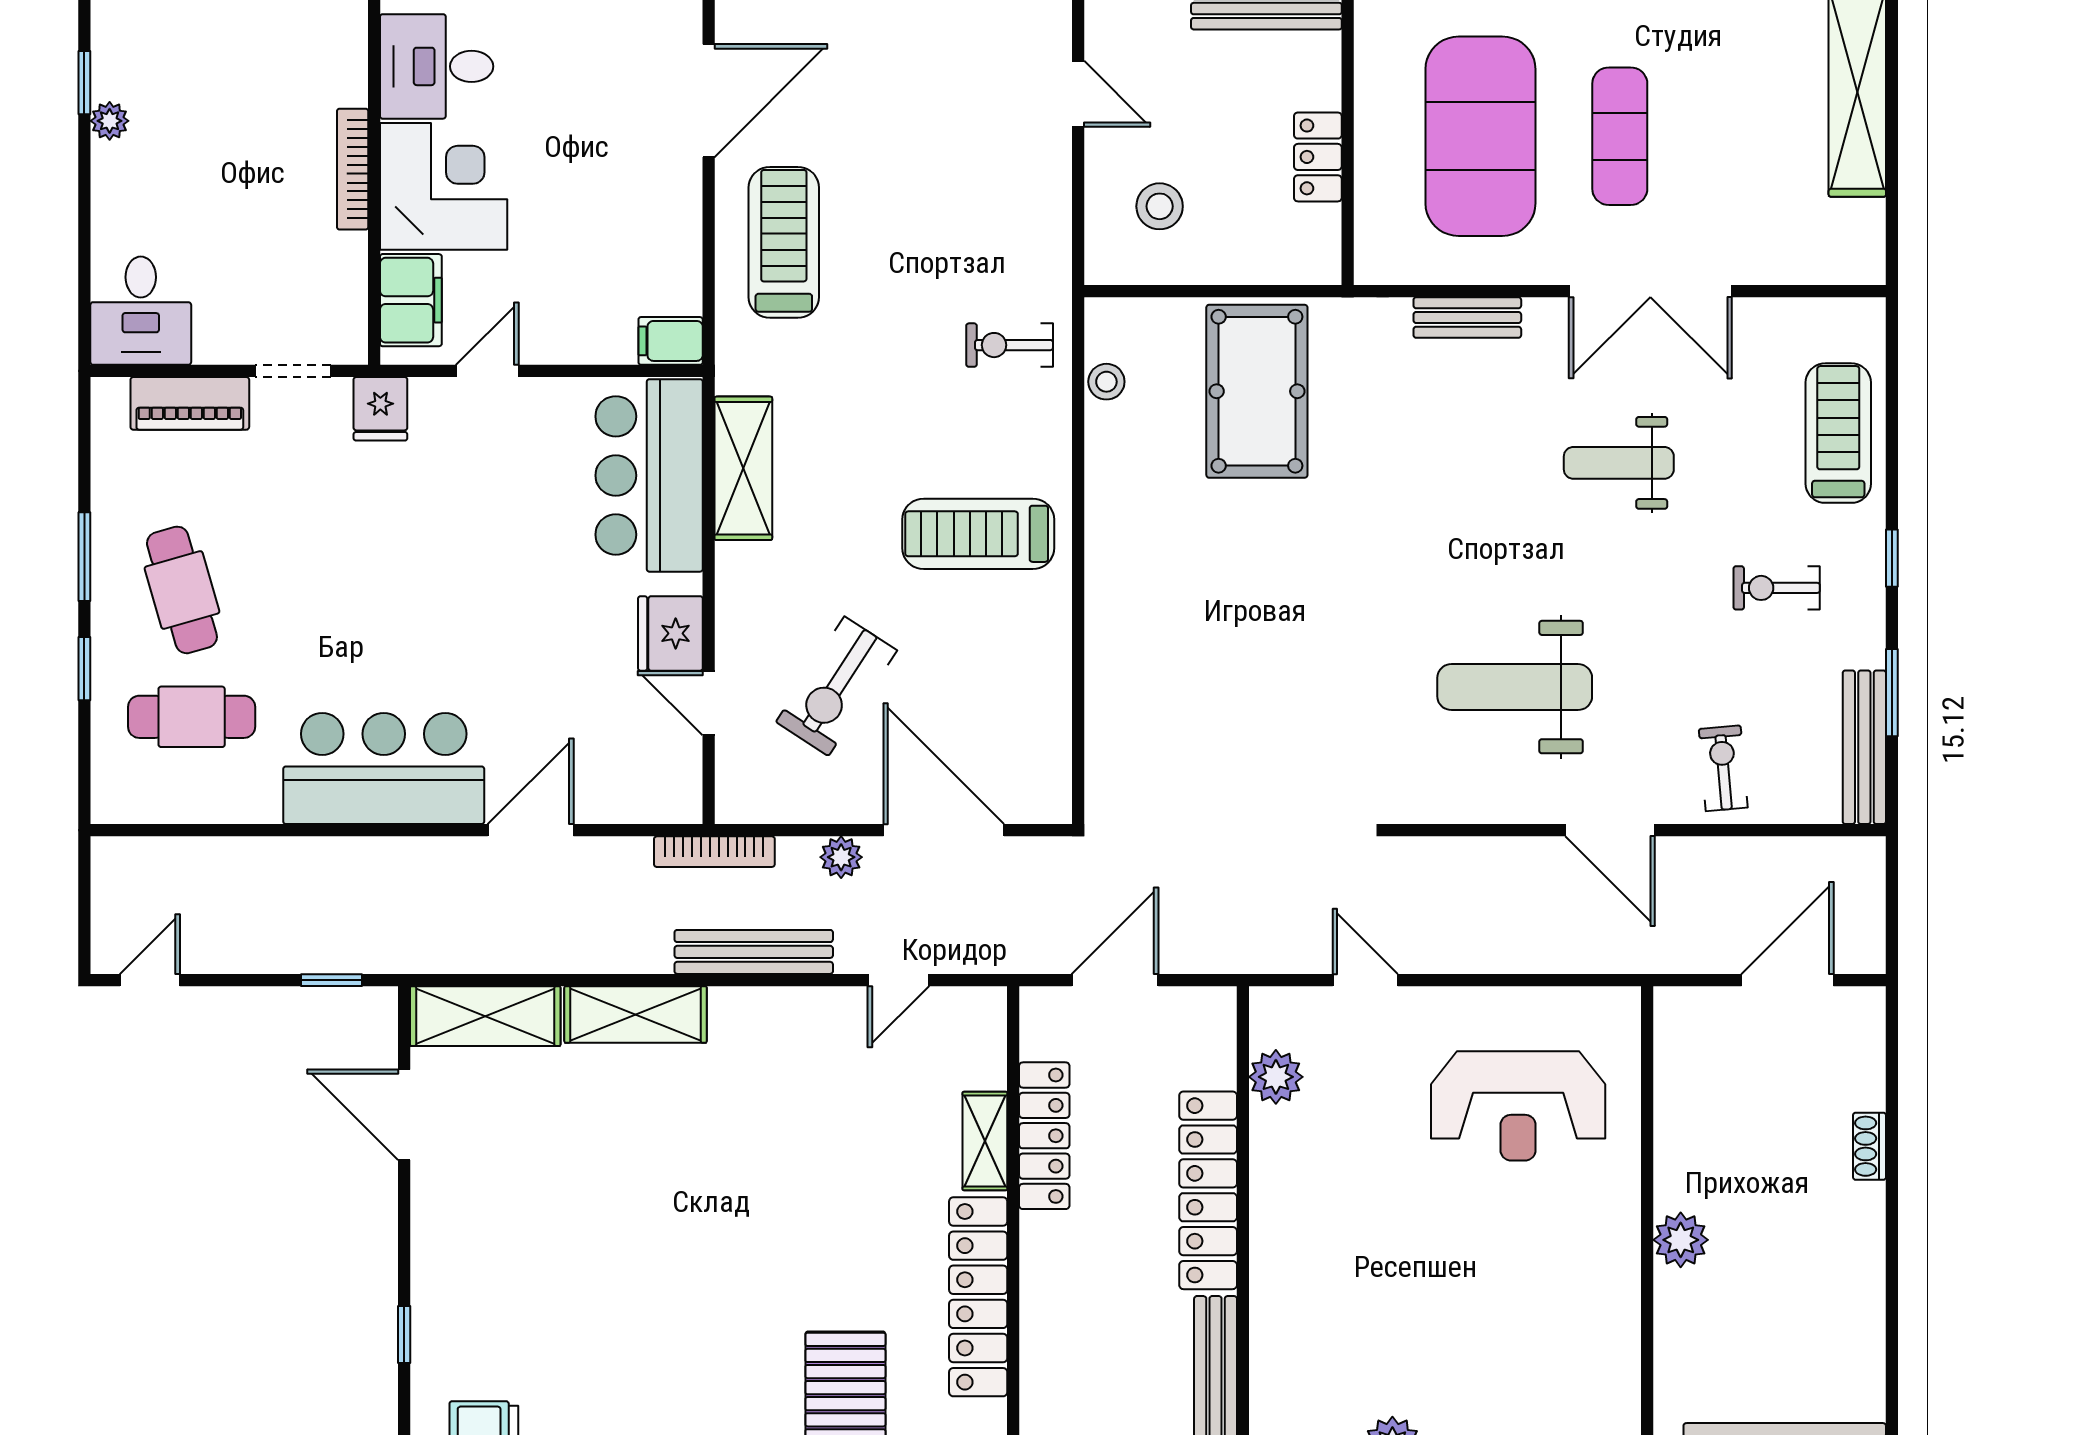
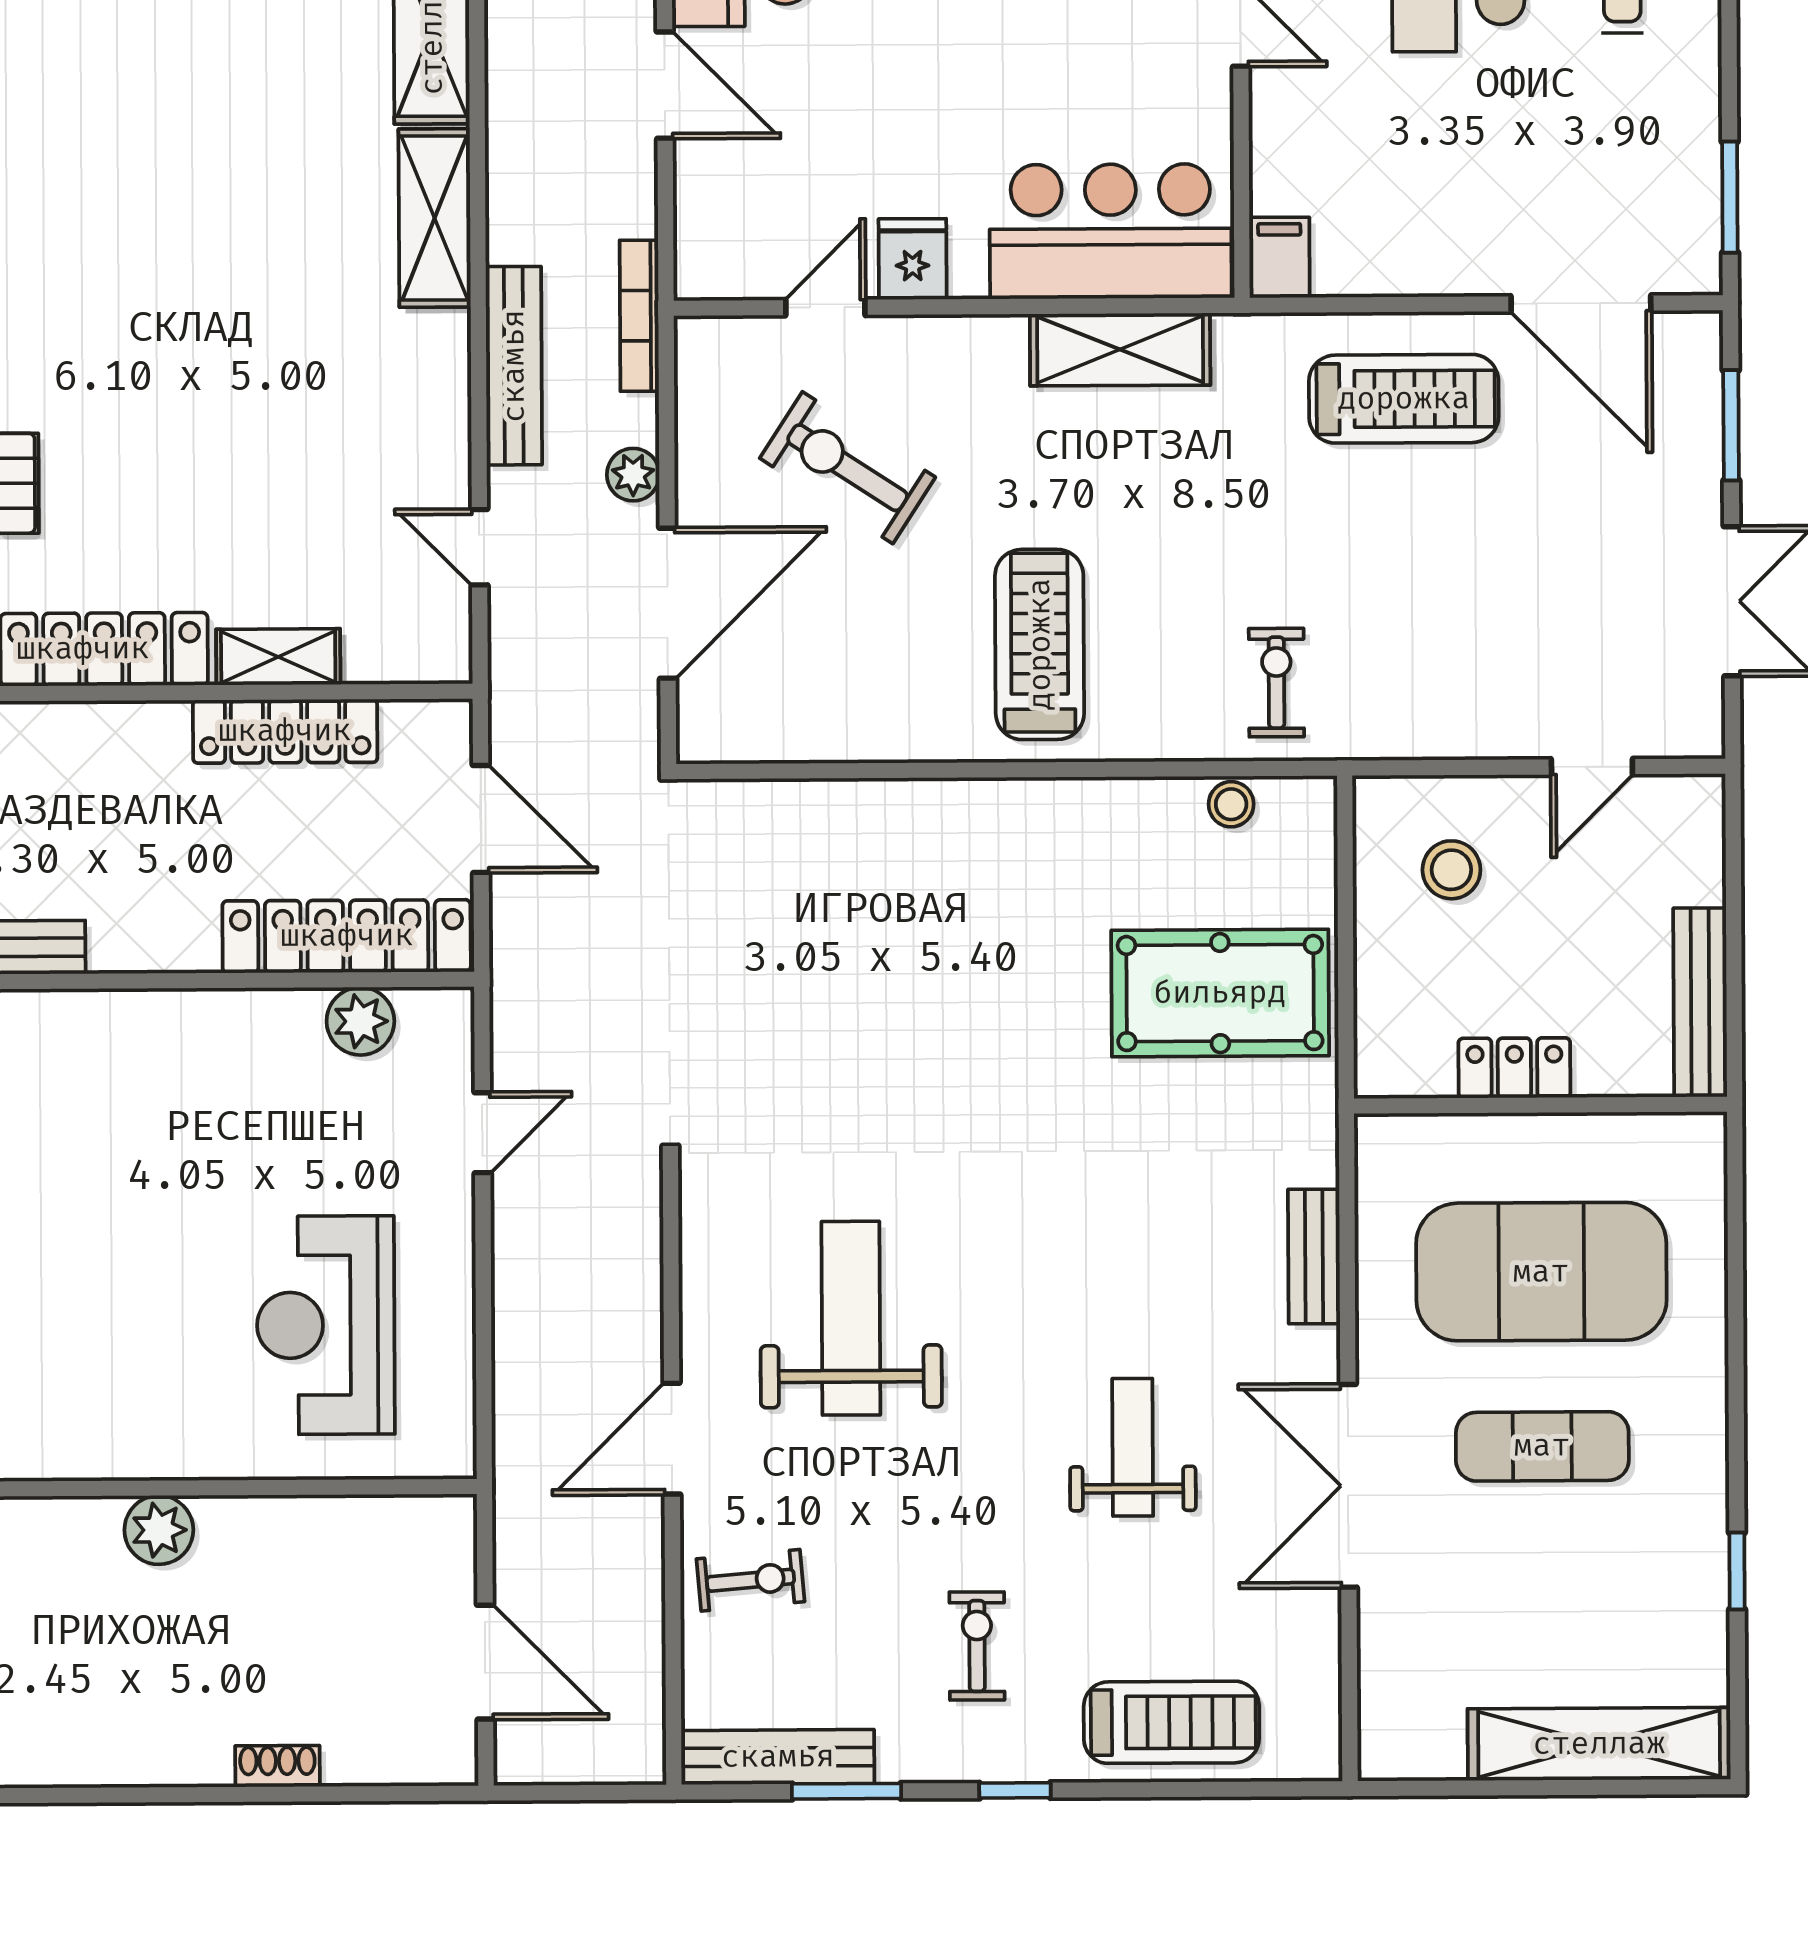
fridge: (670, 633) -> (913, 259), width x0.72
locker: (1208, 1190) -> (347, 936), moved

